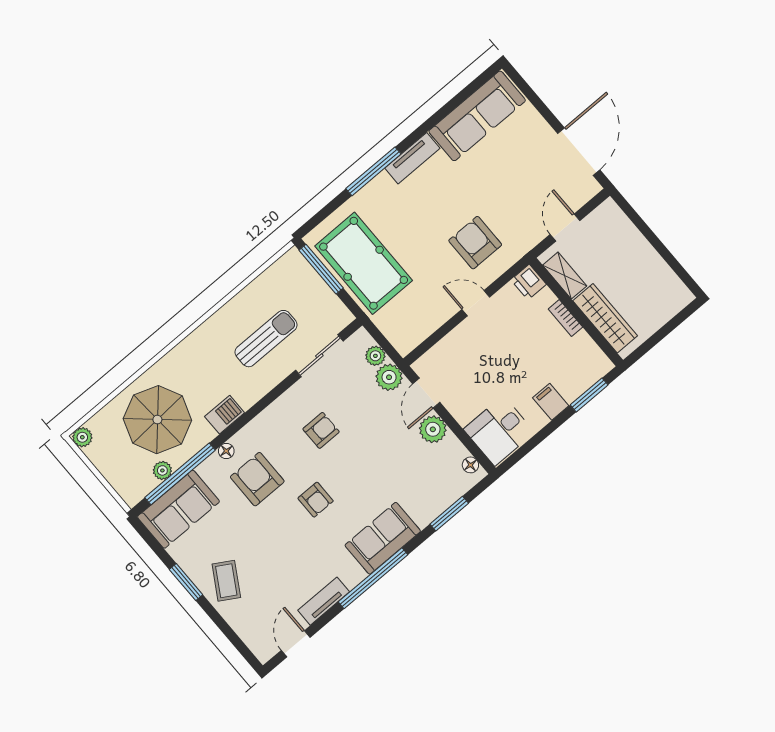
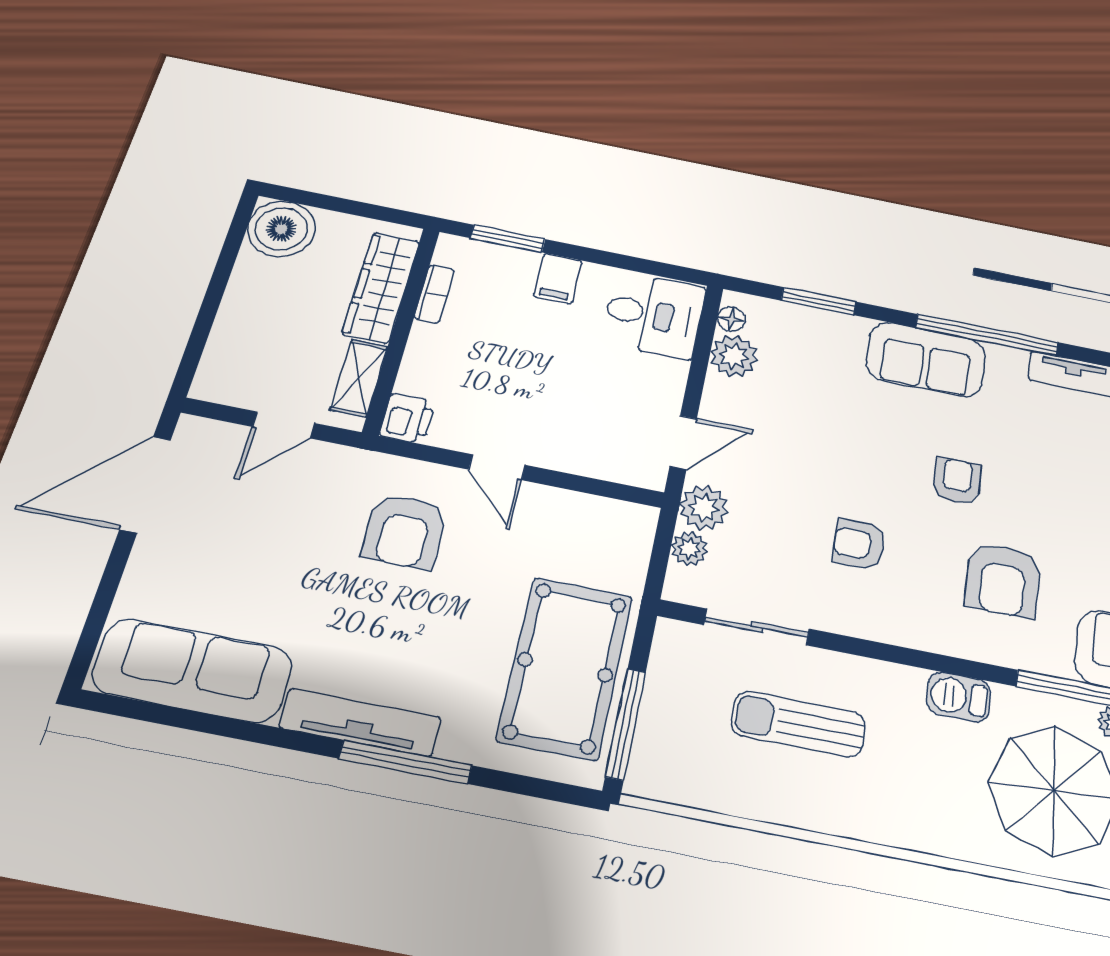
tv unit: (412, 158) -> (360, 722), width x1.41
boiler: (670, 296) -> (281, 229), added
bookcase: (565, 318) -> (434, 294), moved
plant: (433, 429) -> (734, 356), moved
floor lamp: (226, 451) -> (1005, 653), removed

